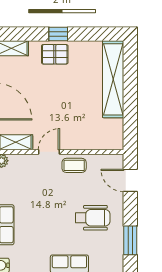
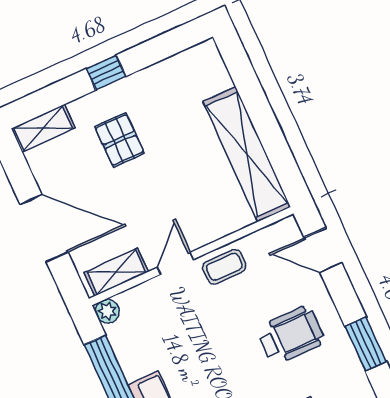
pallet: (55, 54) -> (120, 140), moved, turned 90
shelving: (113, 79) -> (247, 154), moved

